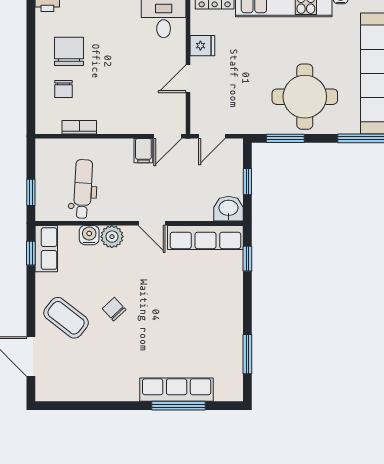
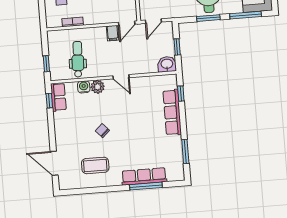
window: (285, 138) -> (208, 18), moved
row of seats: (205, 238) -> (172, 112), moved, turned 90
coffee table: (66, 318) -> (95, 165), moved, turned -38

